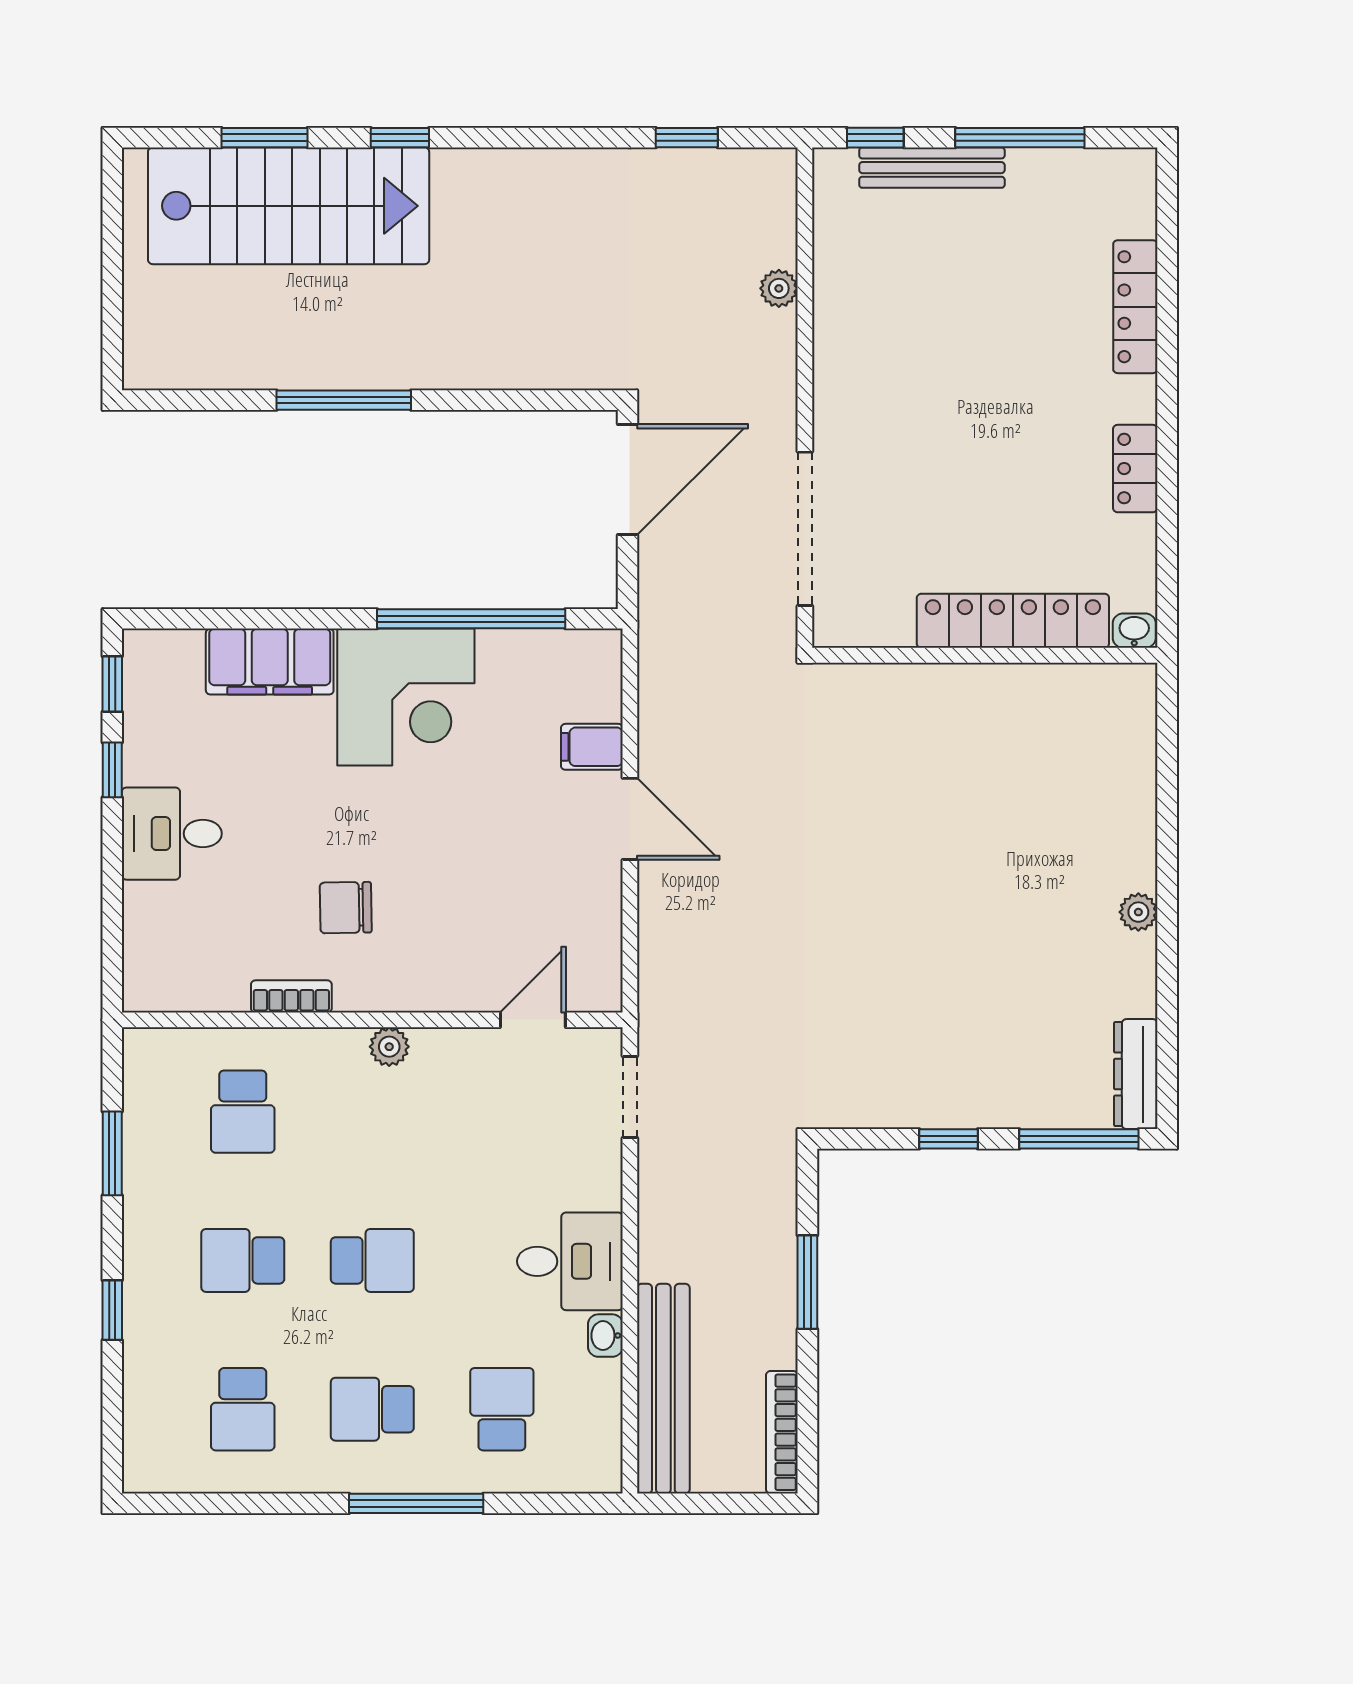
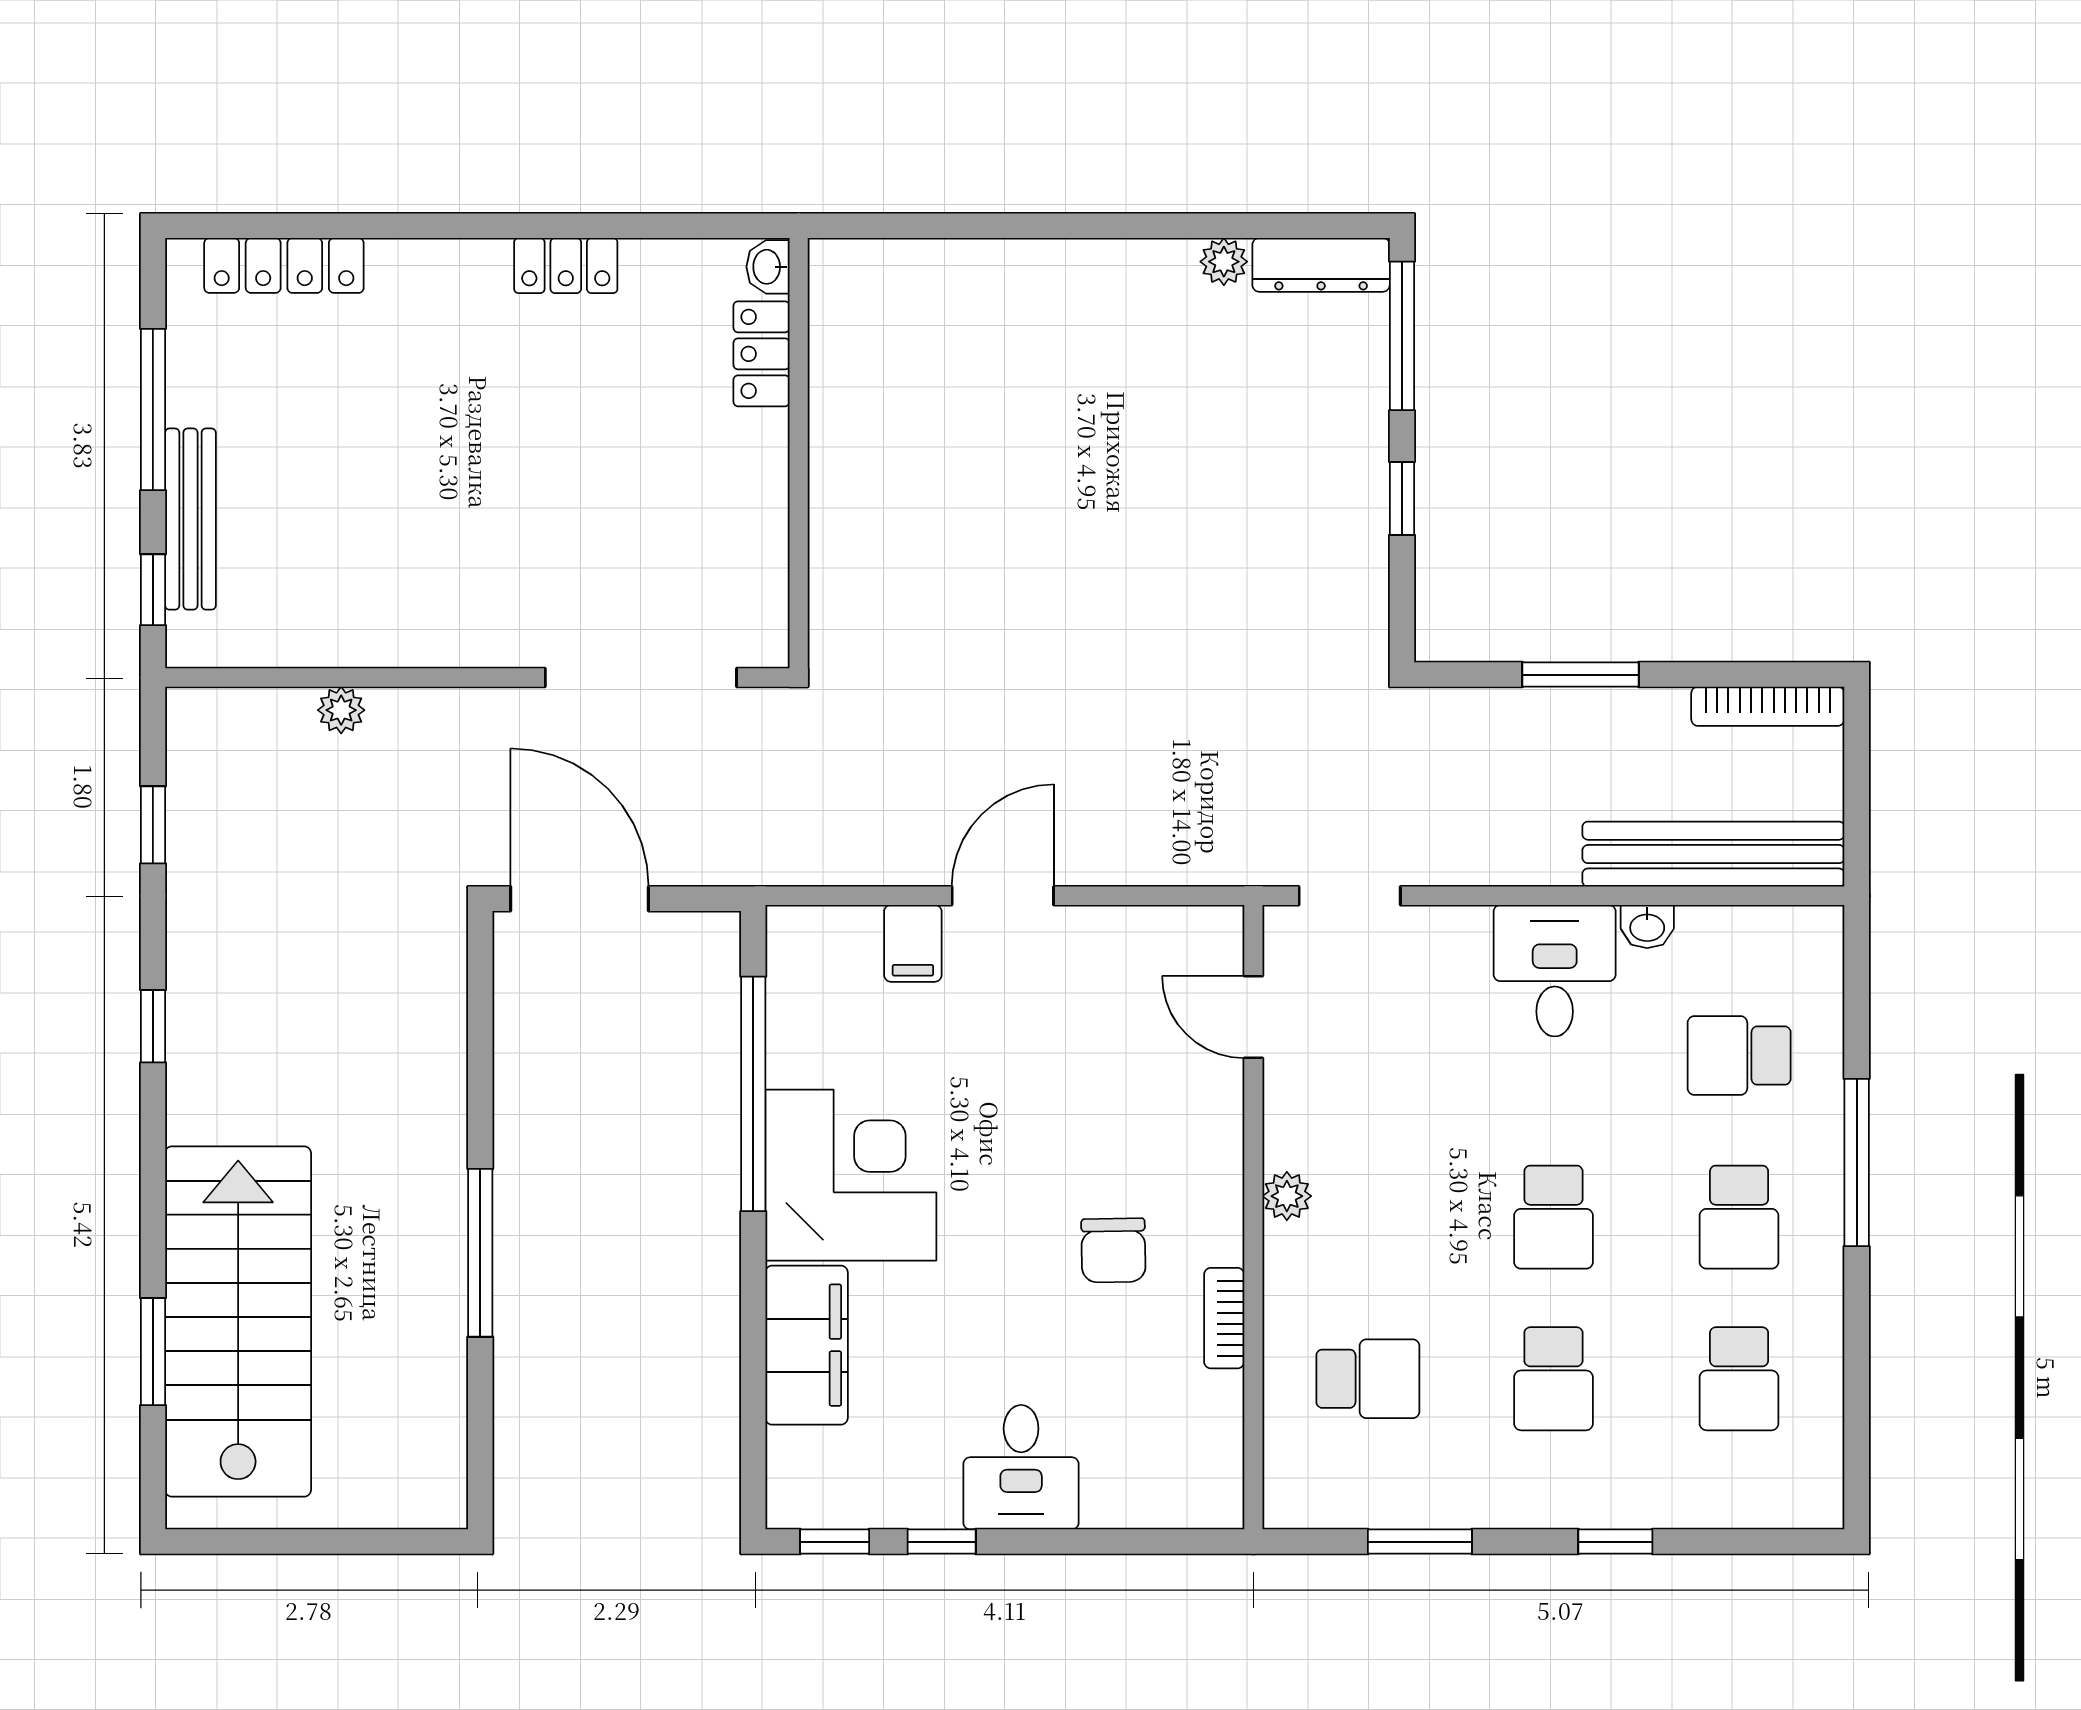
window: (400, 138) -> (153, 1026), moved
locker: (1135, 307) -> (284, 265), moved
locker: (1013, 621) -> (762, 354), width x0.46, depth x0.83
plant: (1138, 912) -> (1224, 262), moved
school desk: (372, 1260) -> (1553, 1217), turned 180
school desk: (243, 1409) -> (1739, 1379), turned 90

